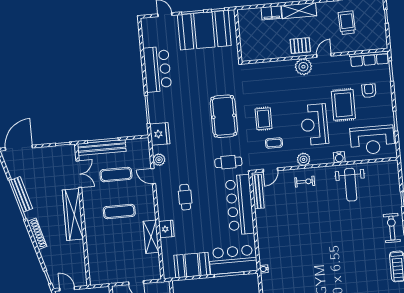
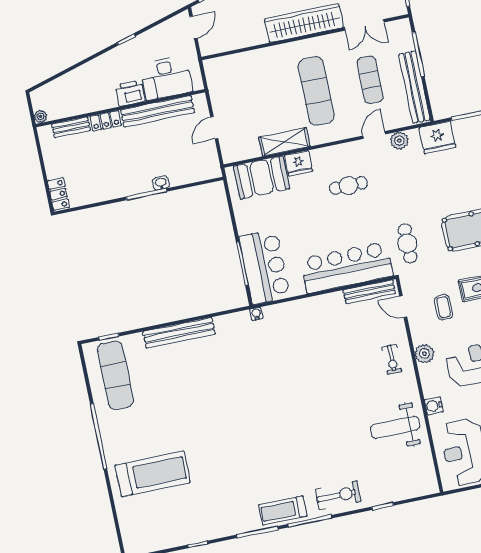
bench: (102, 148) -> (414, 87), moved
exercise mat: (119, 212) -> (316, 91), width x1.36, depth x1.45
booth: (192, 265) -> (261, 177), moved, turned 90

